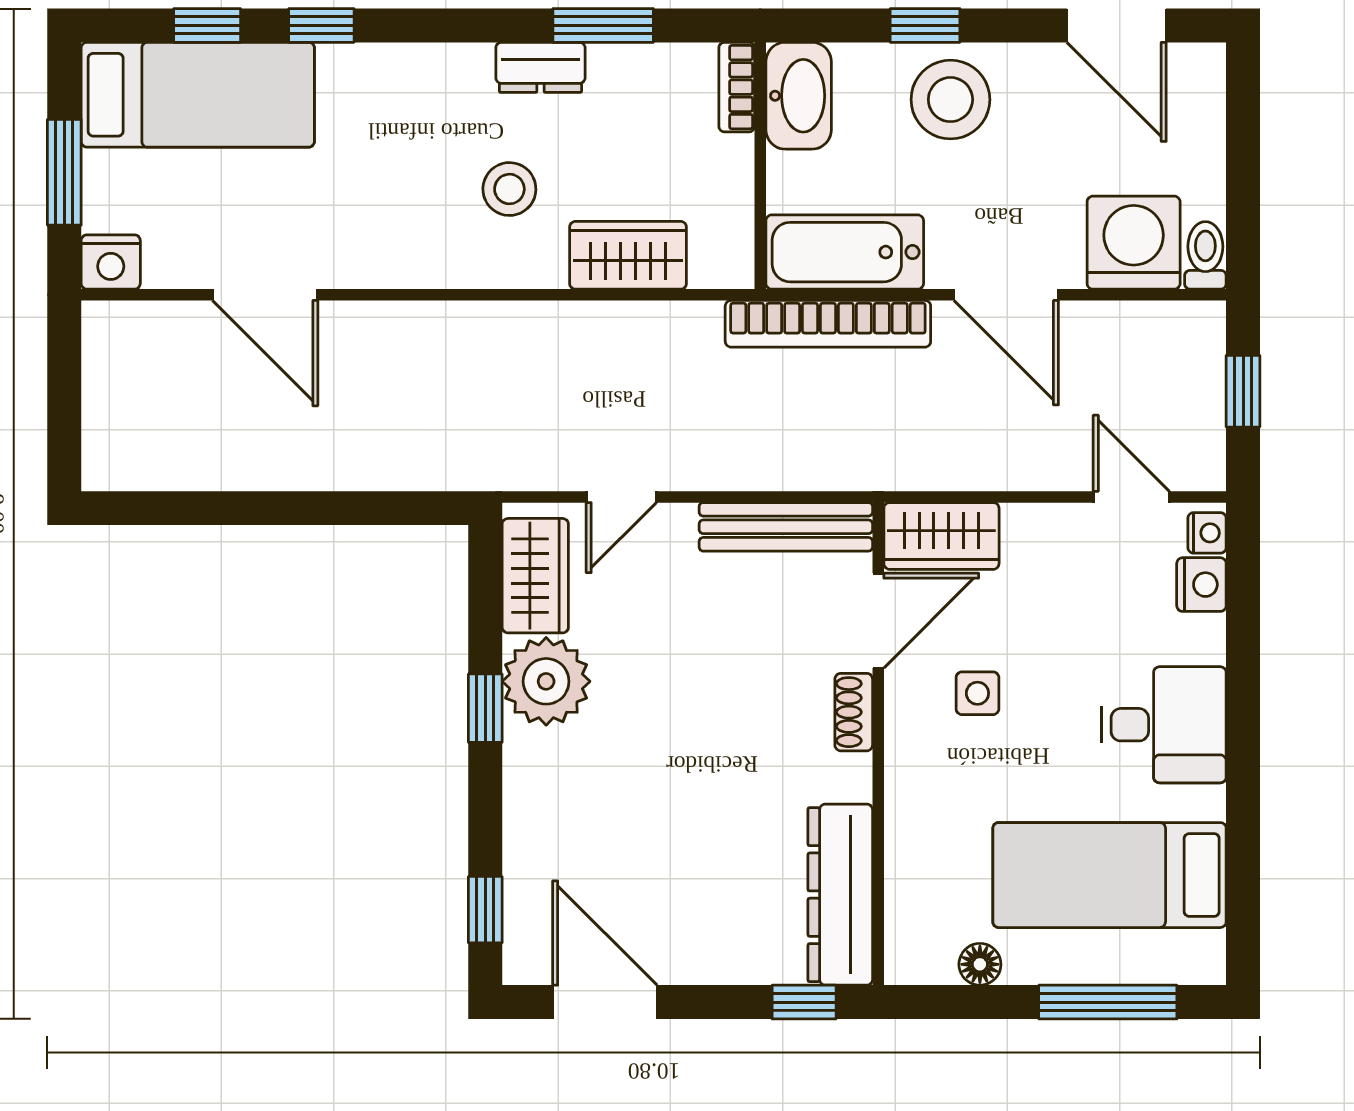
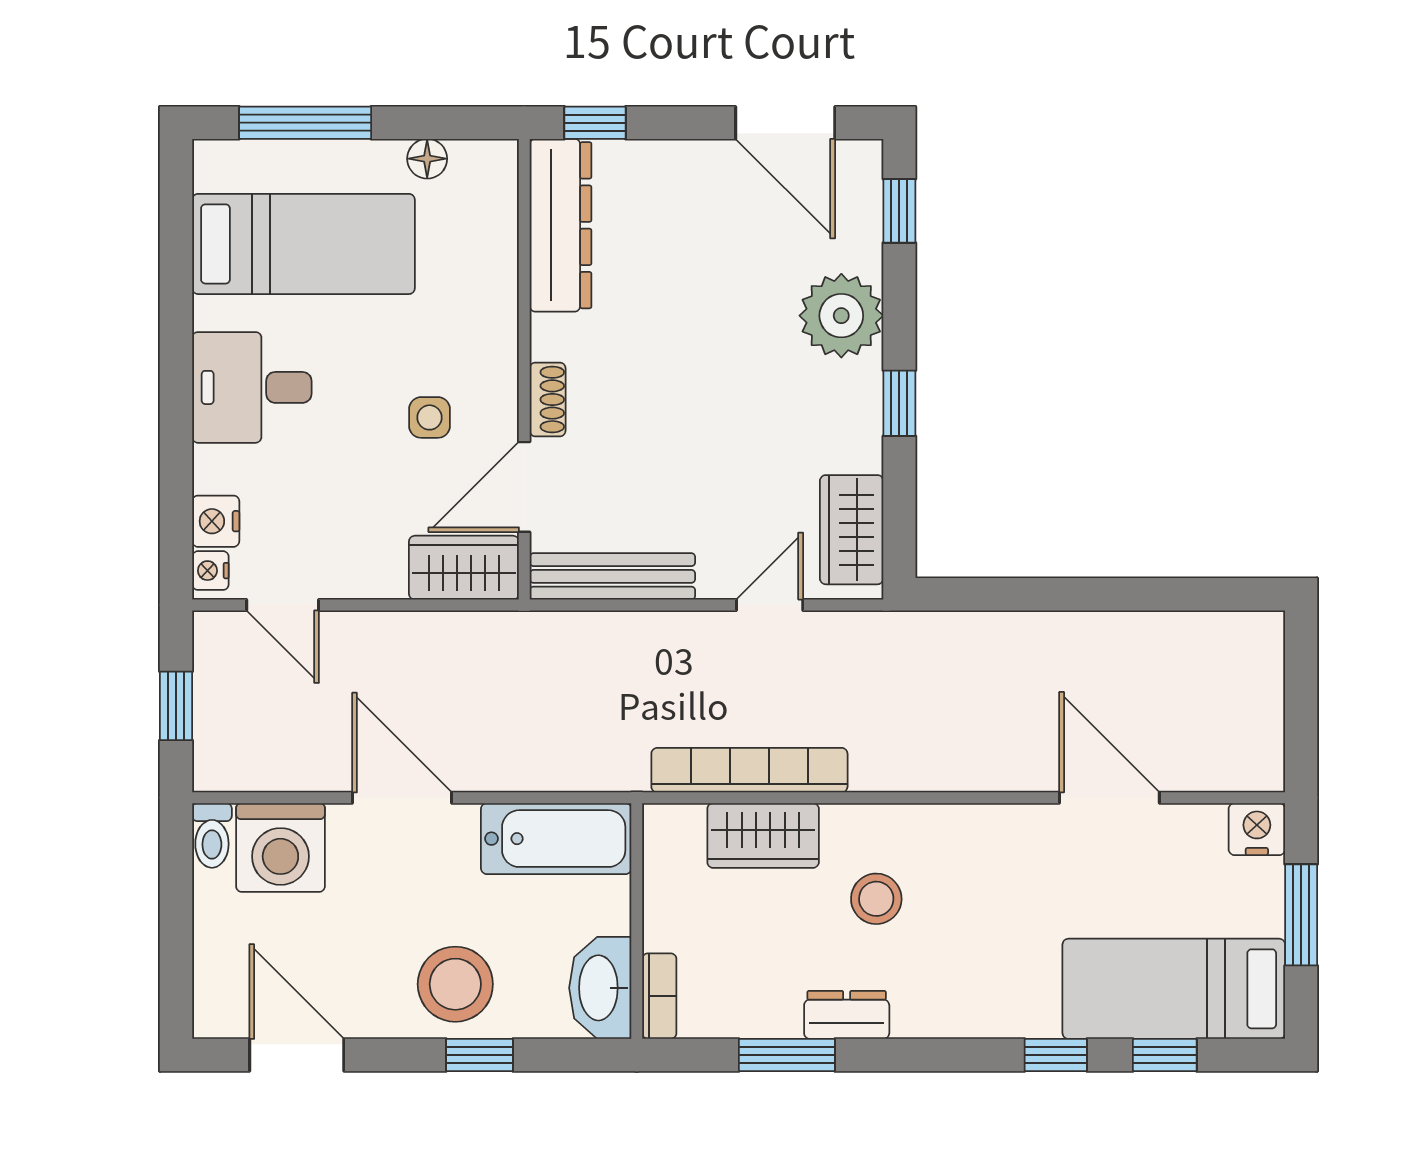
bookcase: (828, 324) -> (749, 770), moved
plant: (546, 681) -> (841, 316), moved

